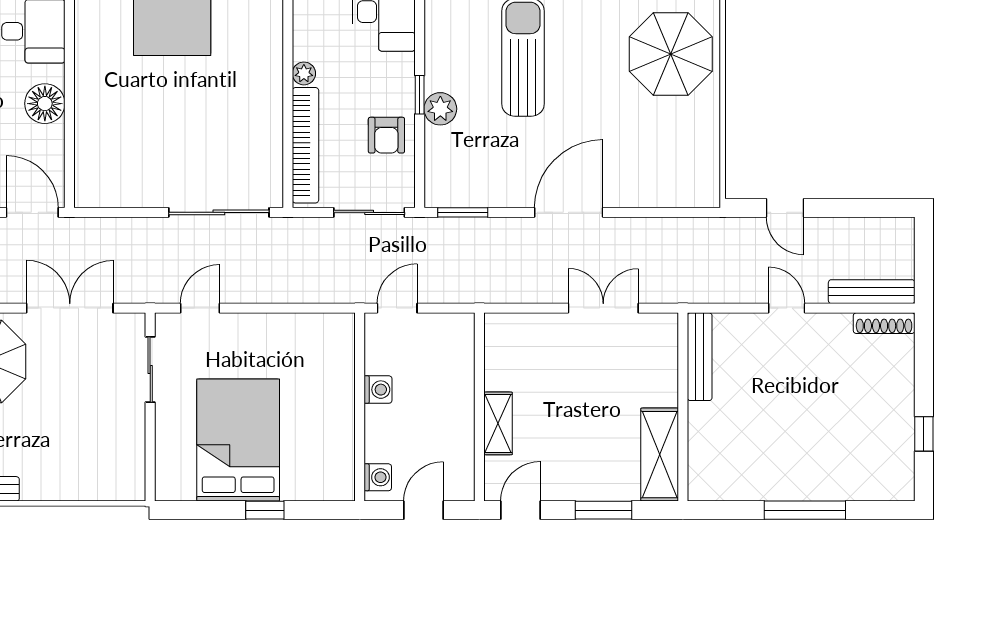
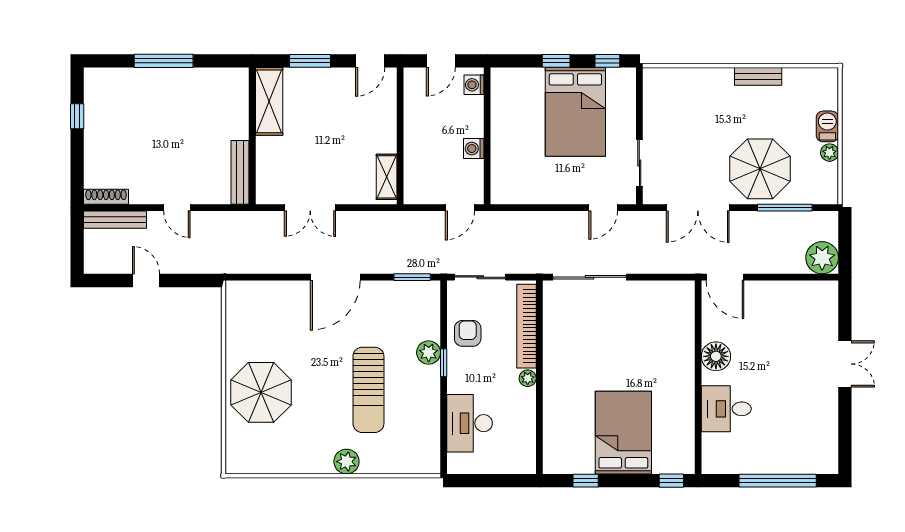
door: (785, 208) -> (146, 280), moved
shelving: (498, 423) -> (387, 177), moved
window: (194, 510) -> (607, 61), added

